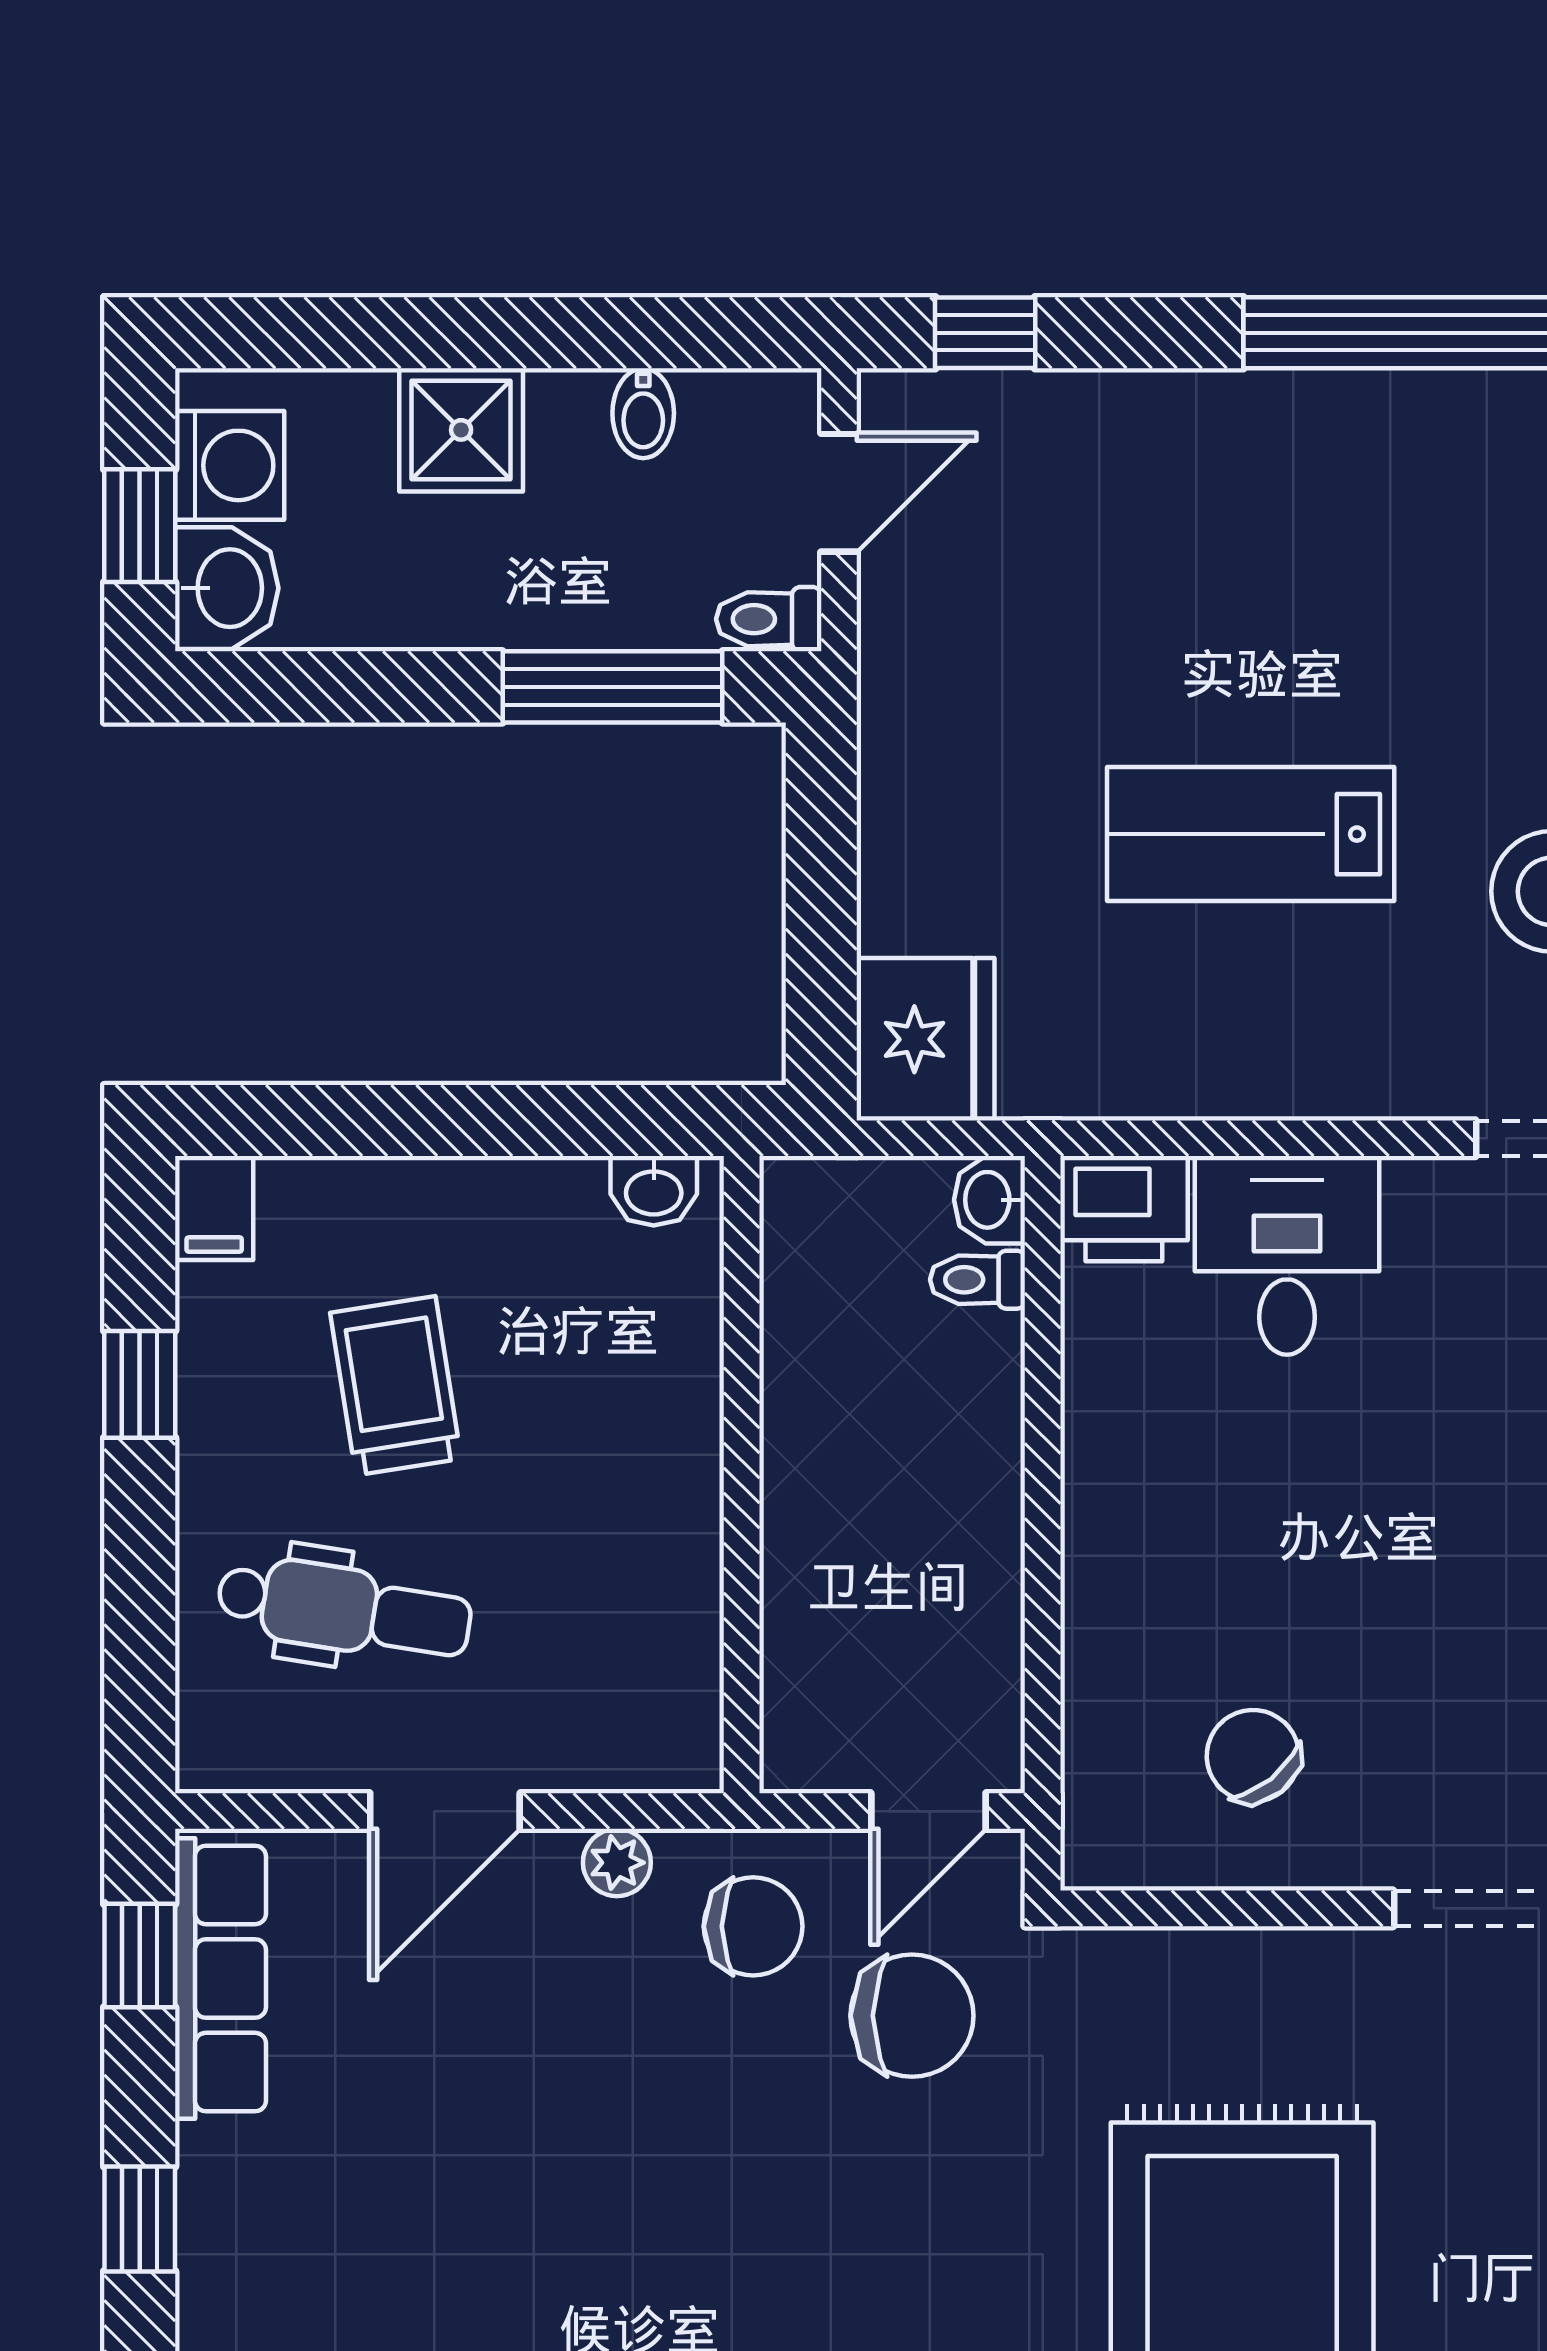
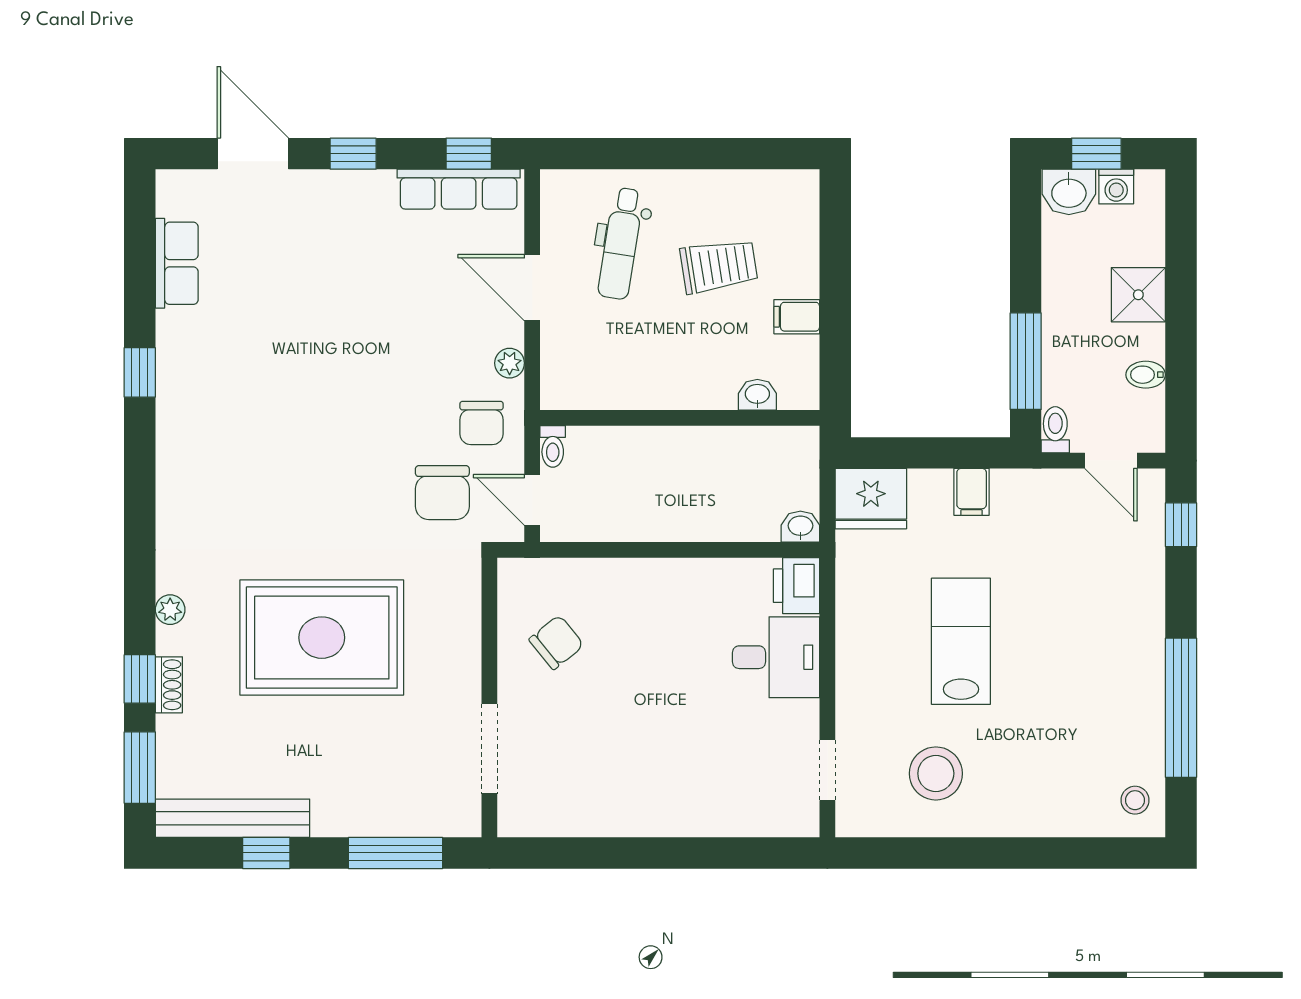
washing machine: (230, 465) -> (1116, 187), width x0.73, depth x0.73
filing cabinet: (910, 810) -> (972, 492), added
washbasin: (654, 1191) -> (757, 395), moved, turned 90
filing cabinet: (214, 1208) -> (797, 317), moved
toilet: (977, 1280) -> (553, 446), moved, turned 180
window: (140, 1384) -> (719, 154), removed

